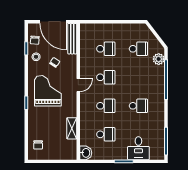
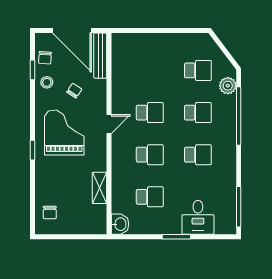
school desk: (106, 49) -> (198, 113), moved

